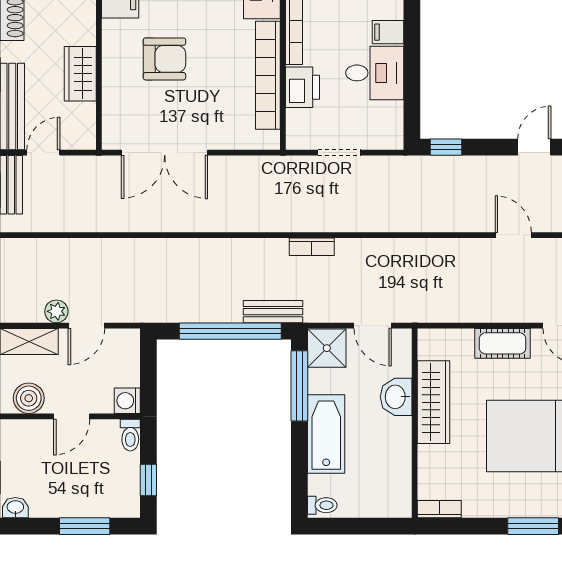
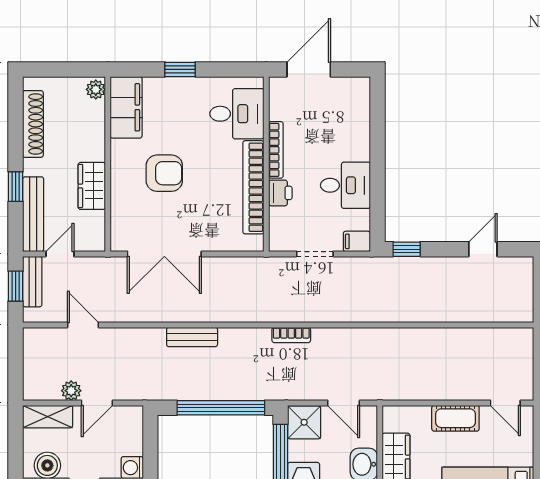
filing cabinet: (388, 32) -> (357, 241), moved
printer: (302, 87) -> (280, 193), width x0.73, depth x0.81
door: (513, 235) -> (83, 325), moved
bench: (273, 312) -> (192, 337), moved

